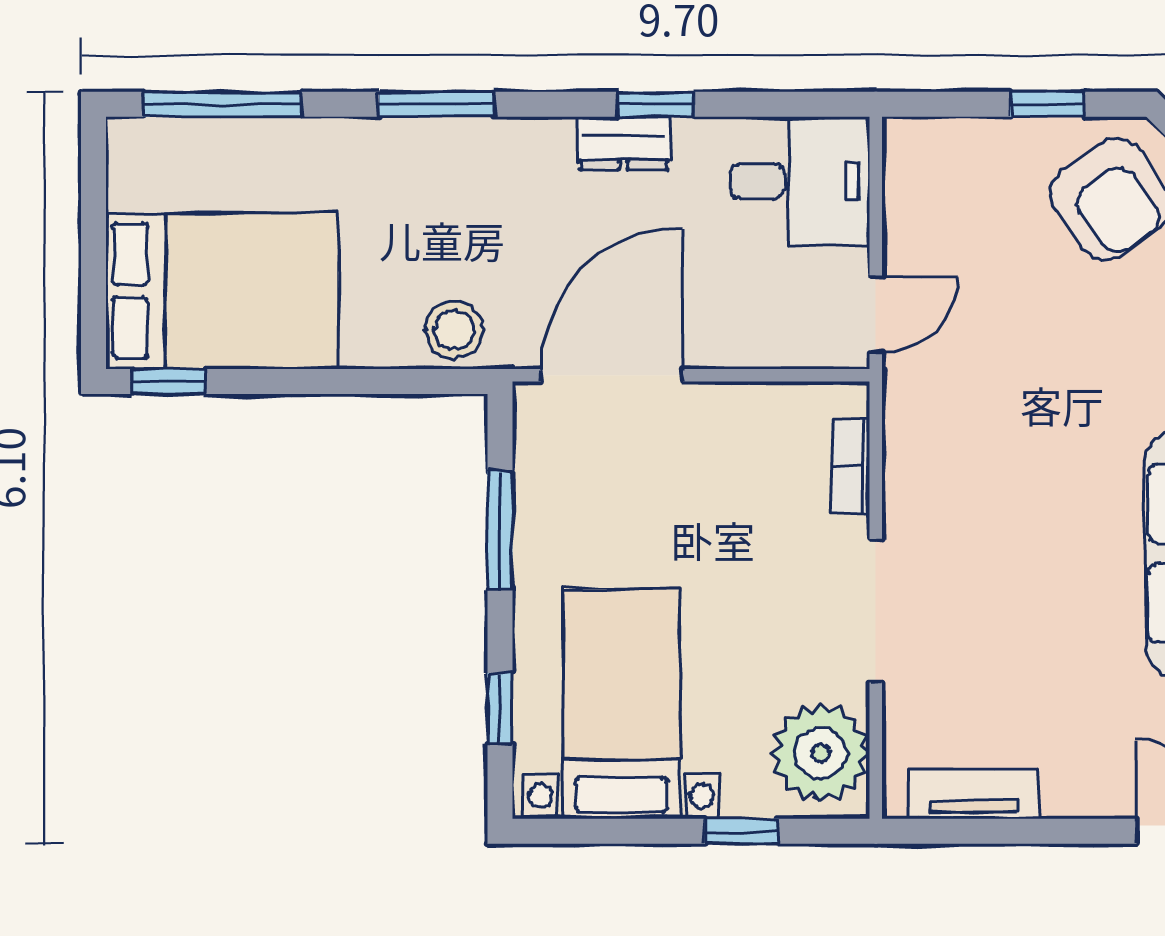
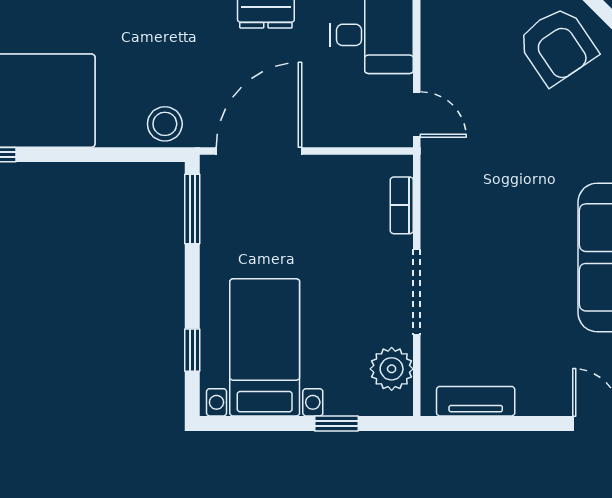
door: (876, 314) -> (417, 115), hinge flipped
window: (500, 530) -> (192, 209), moved
plant: (820, 753) -> (392, 369), width x0.73, depth x0.73

